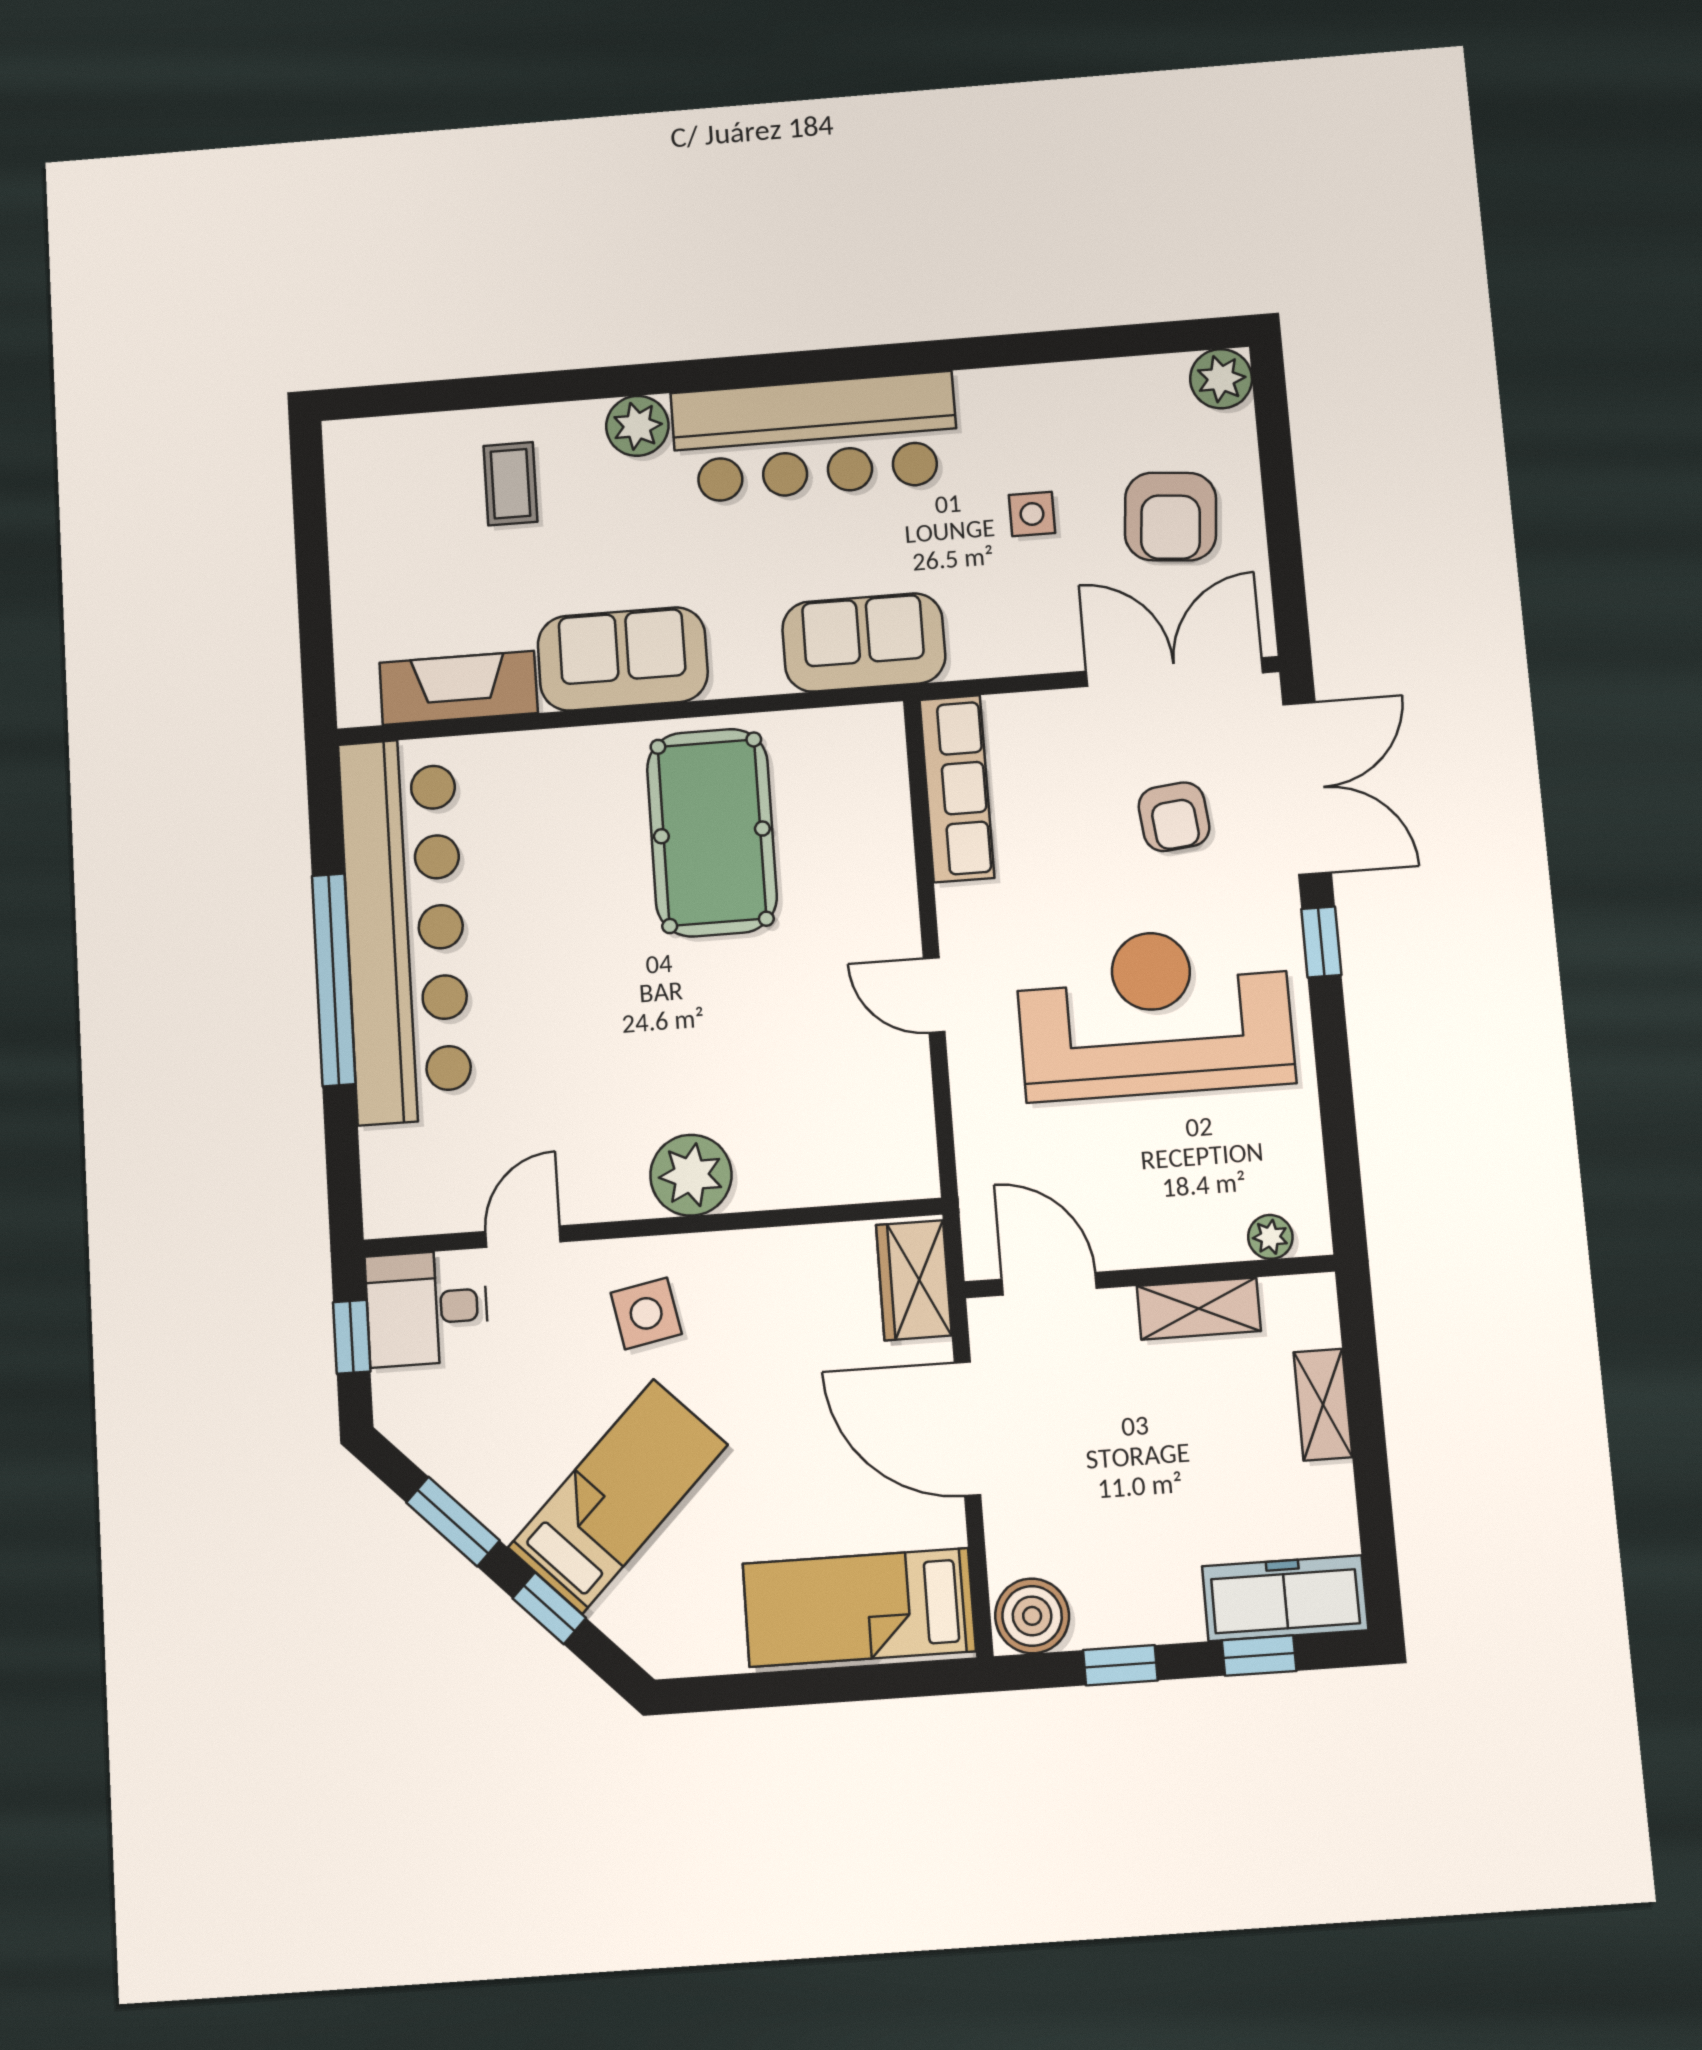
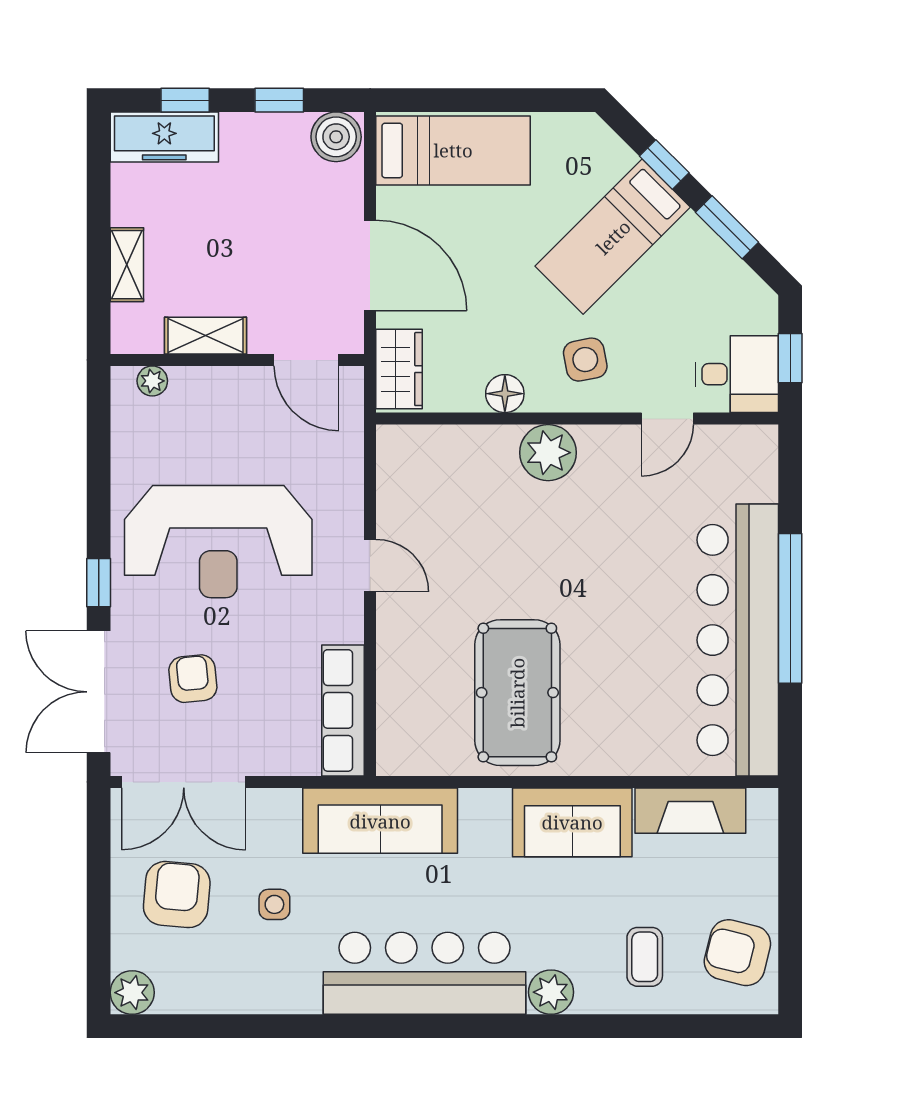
armchair: (382, 500) -> (737, 953), added
sofa: (864, 642) -> (380, 821), width x1.36
floor lamp: (759, 1256) -> (505, 394), added

